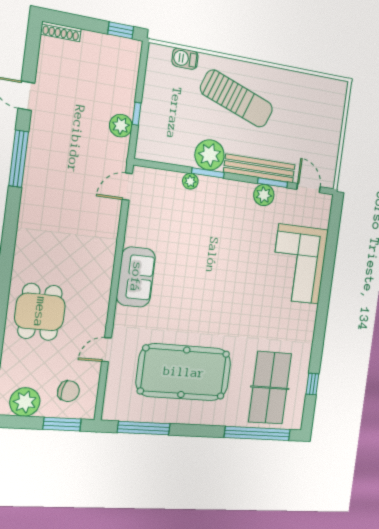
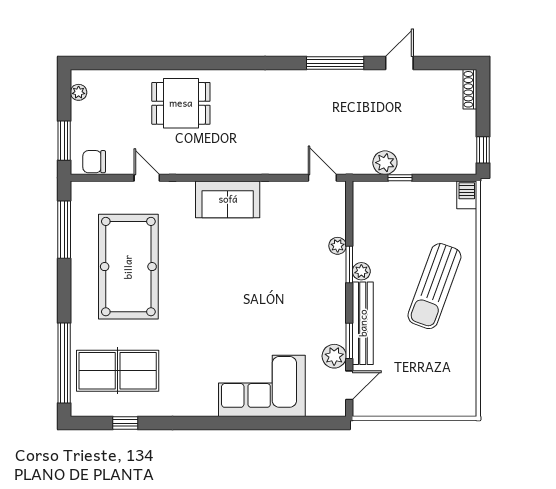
barbecue: (185, 59) -> (467, 195), moved
plant: (210, 155) -> (361, 271), width x0.53, depth x0.53
plant: (264, 195) -> (334, 356), moved
chair: (68, 391) -> (94, 162), moved, turned 78
plant: (25, 402) -> (79, 92), width x0.53, depth x0.53

